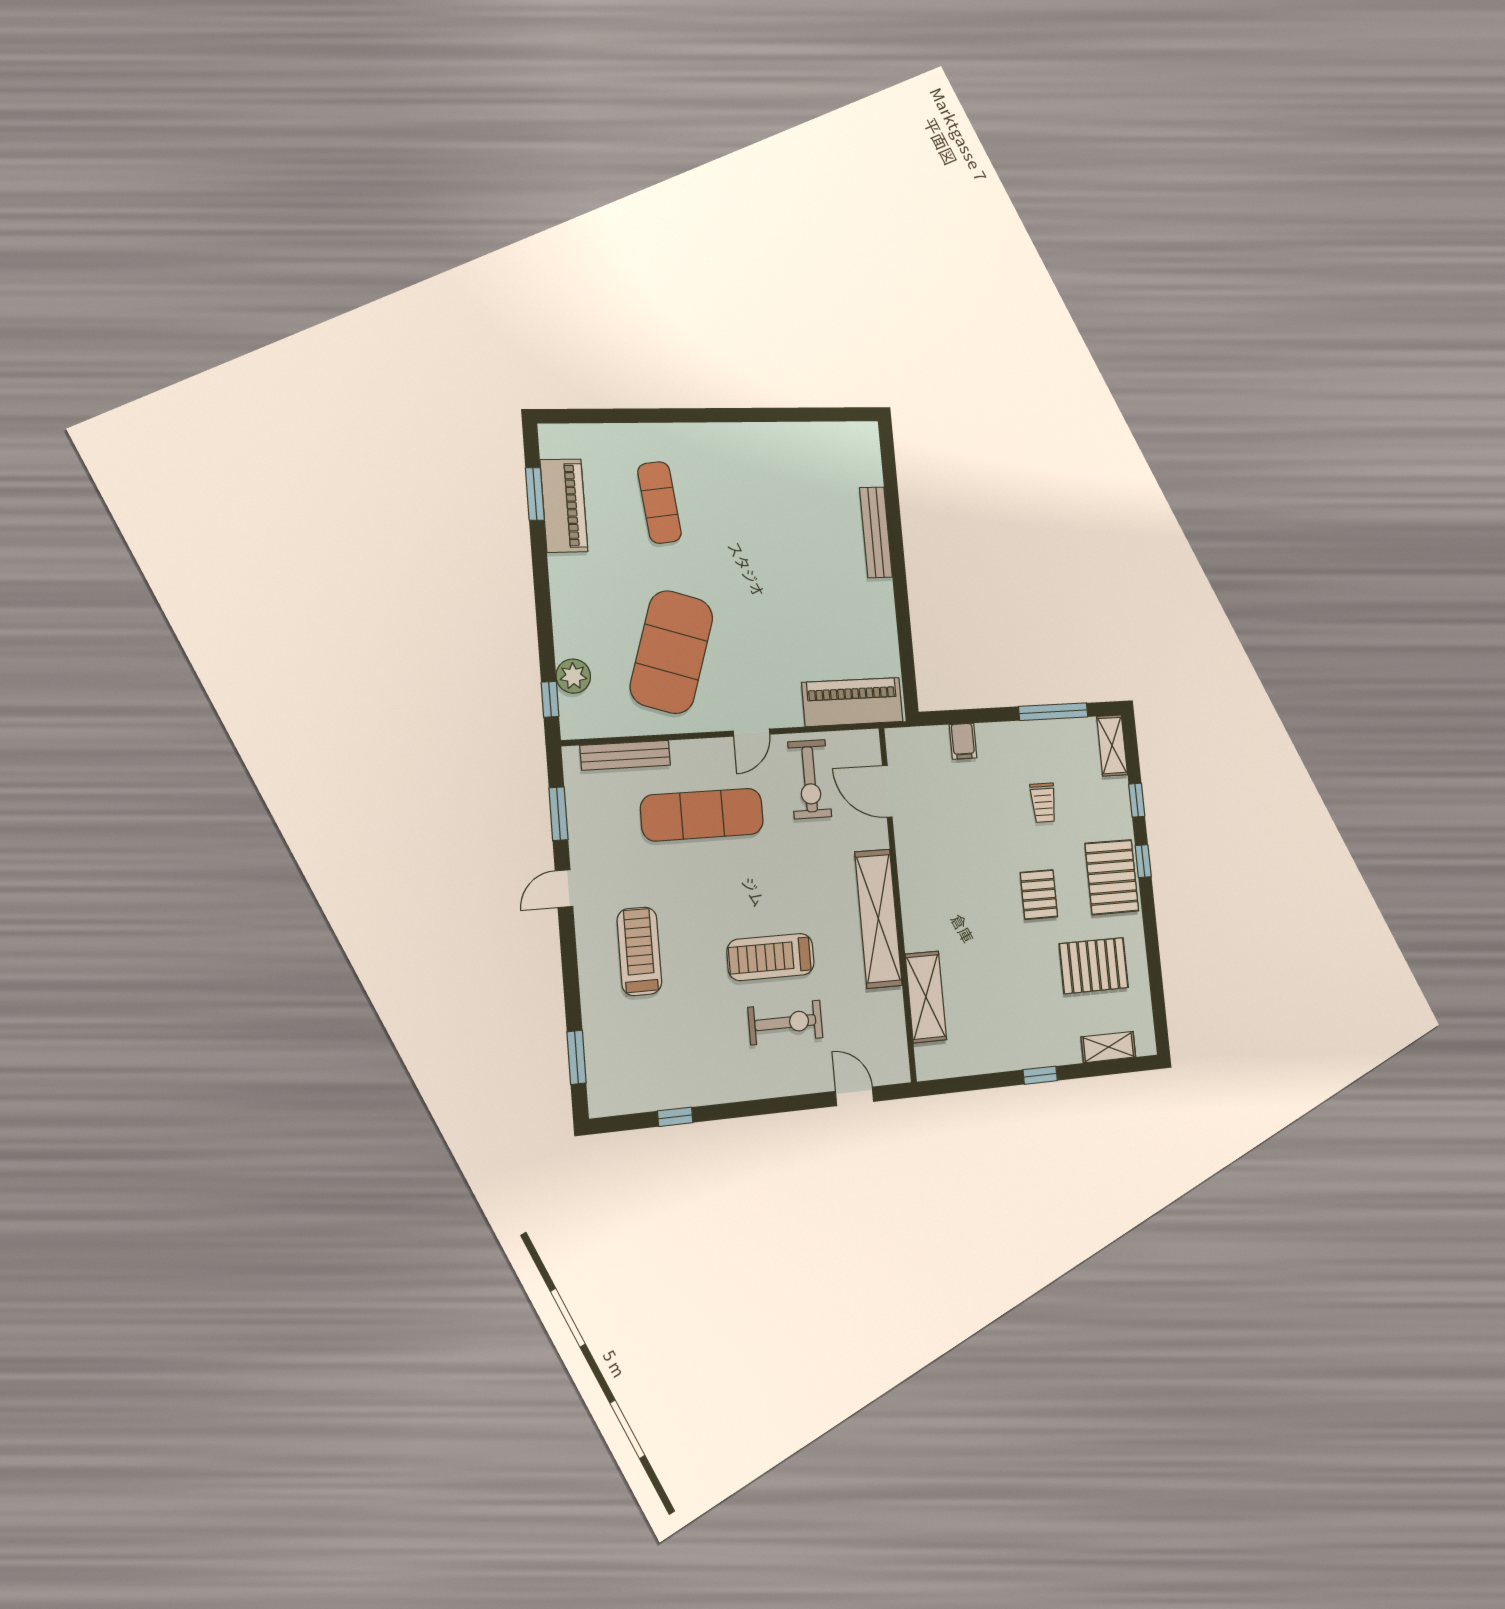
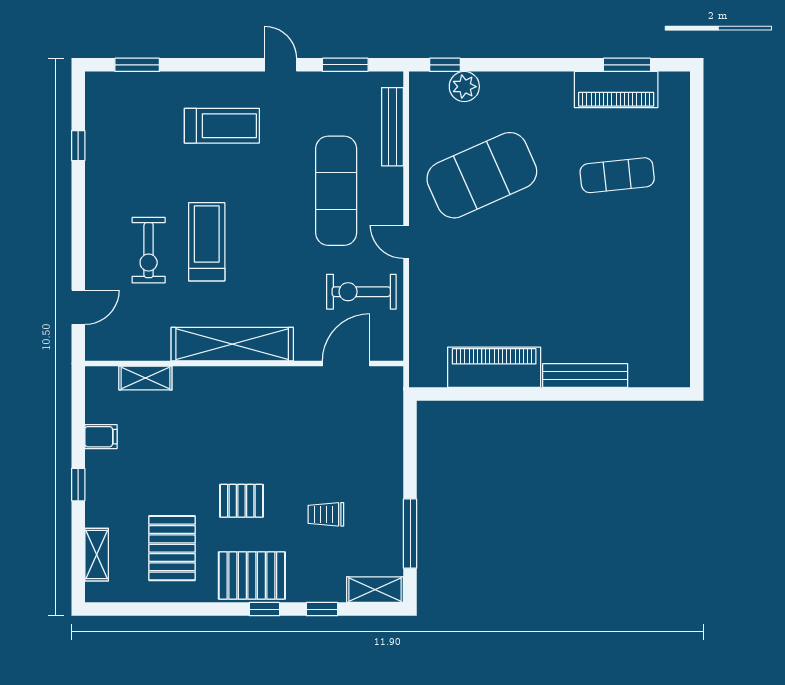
exercise mat: (672, 652) -> (482, 175), turned -42
piano: (852, 702) -> (494, 367), moved, turned -90
filing cabinet: (963, 741) -> (101, 437), moved, turned 180
shelving: (926, 997) -> (145, 378), width x0.67, depth x0.75

